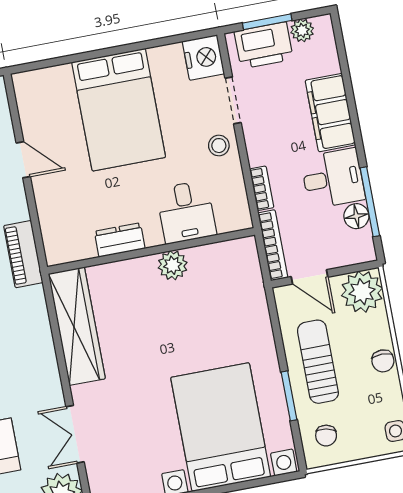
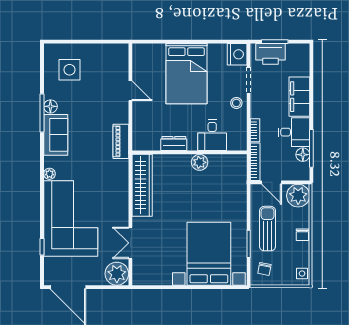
plant: (302, 30) -> (293, 50), removed

